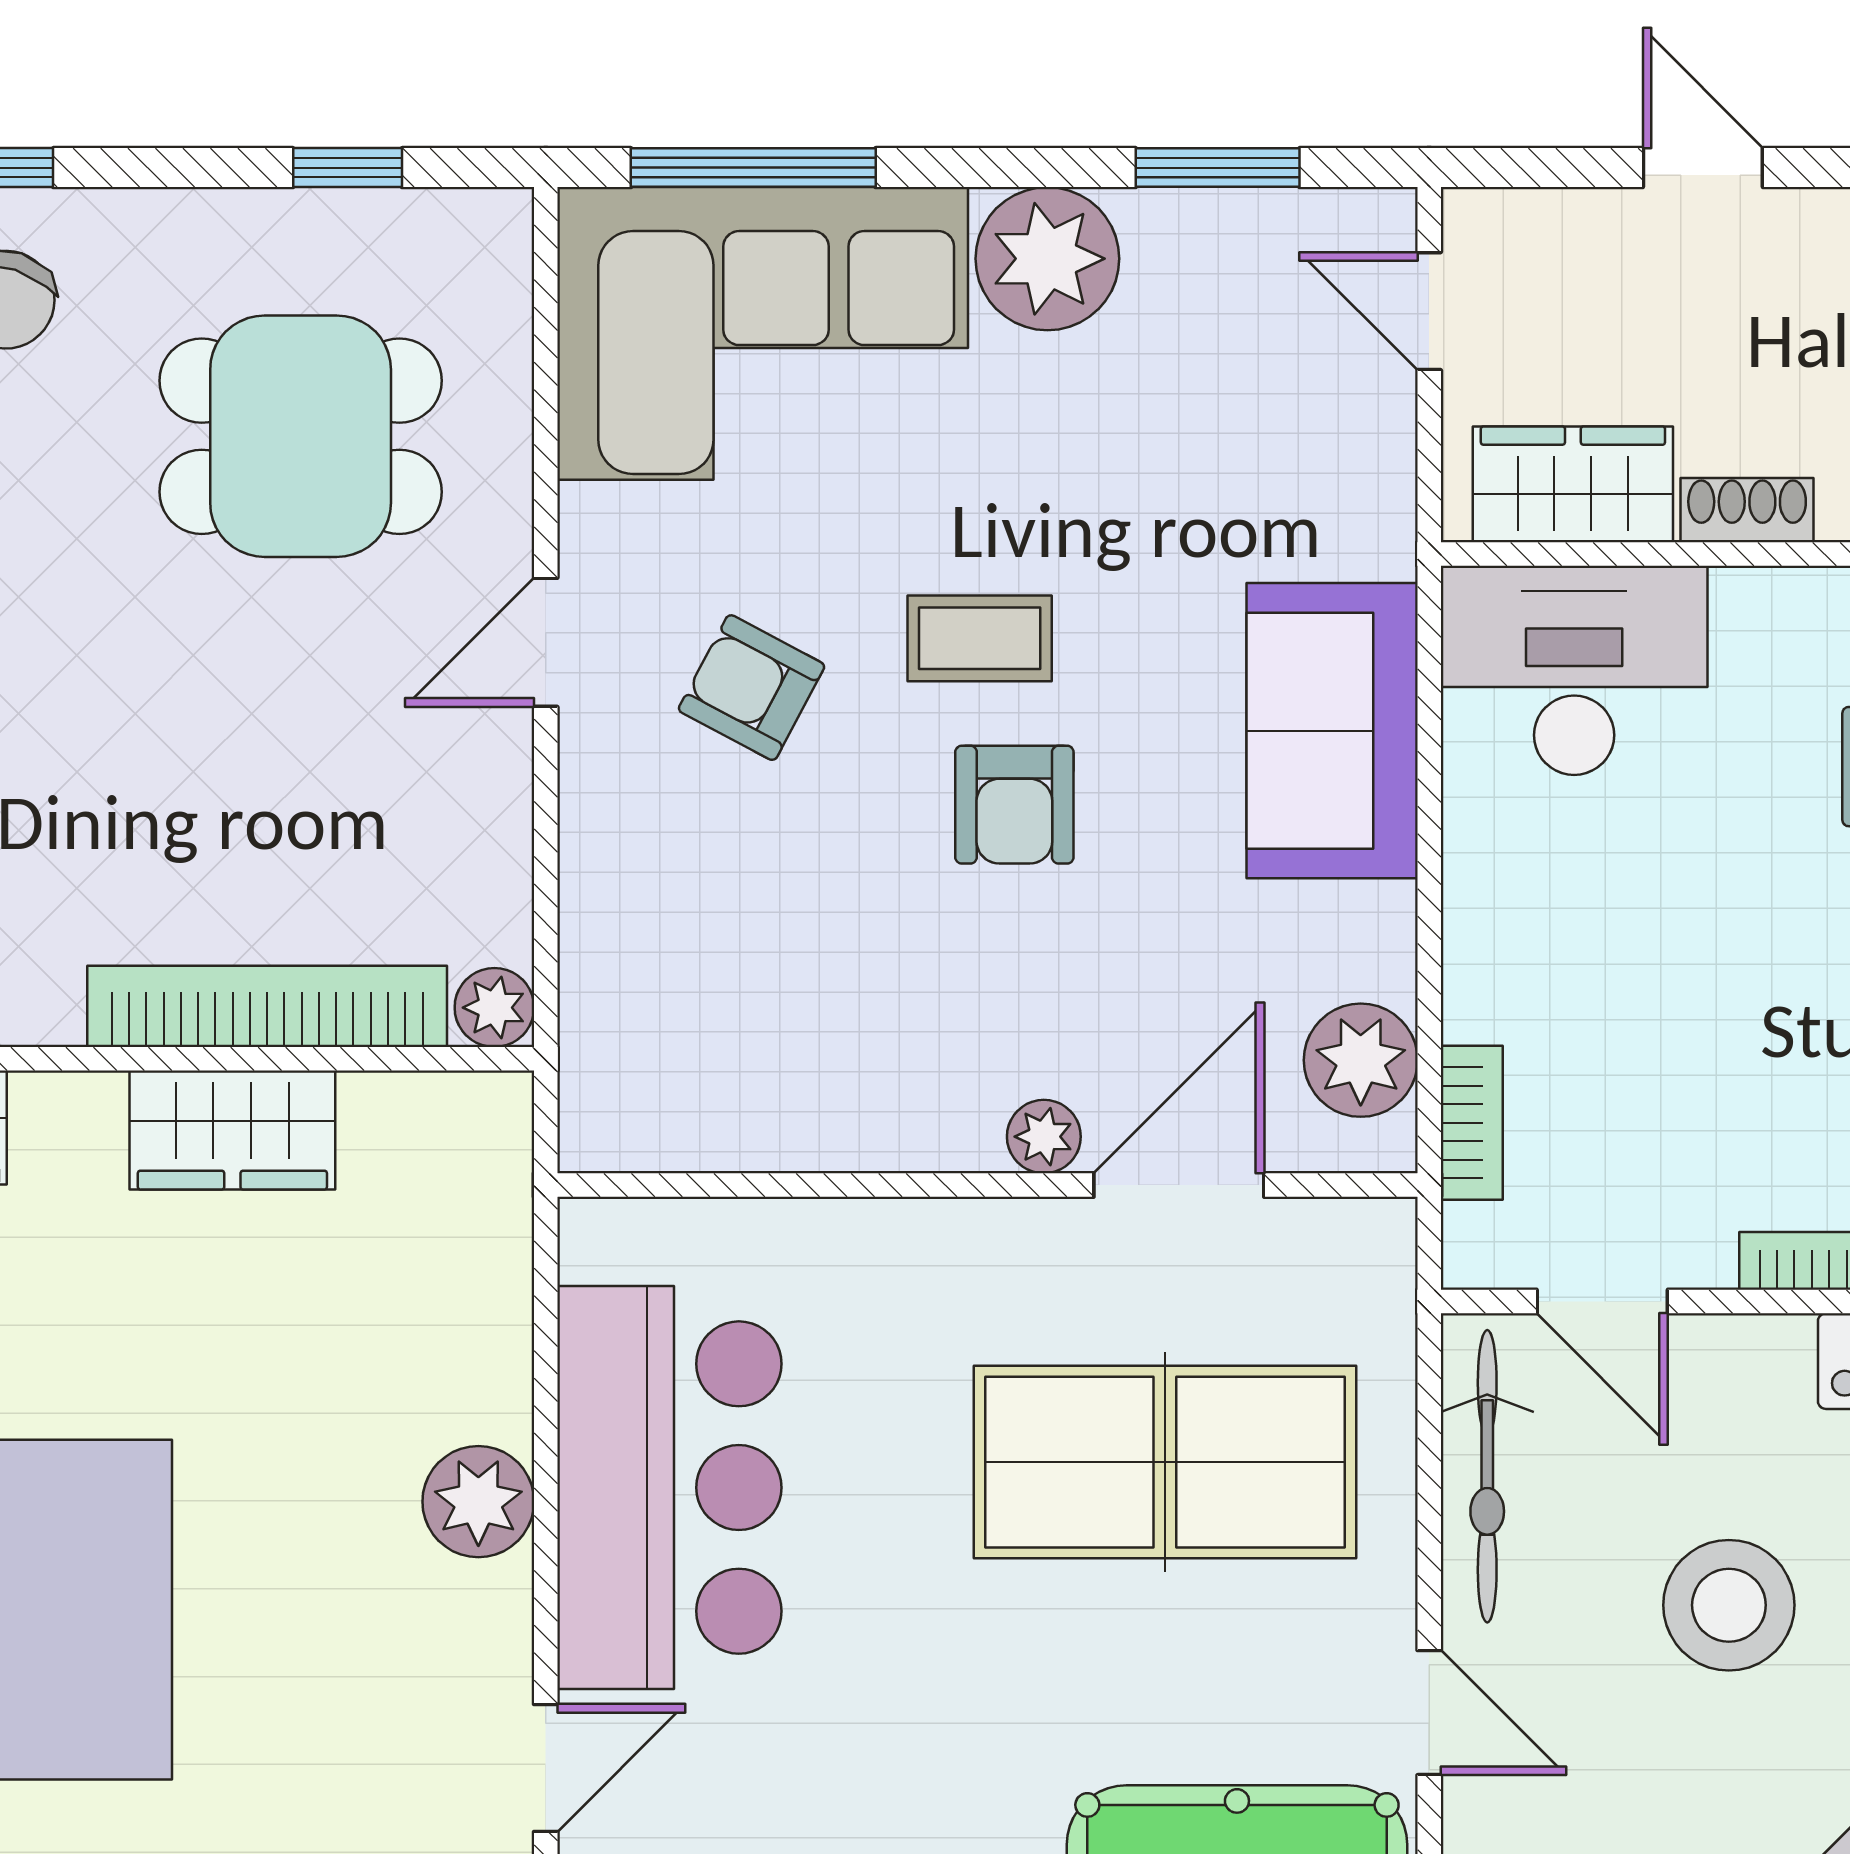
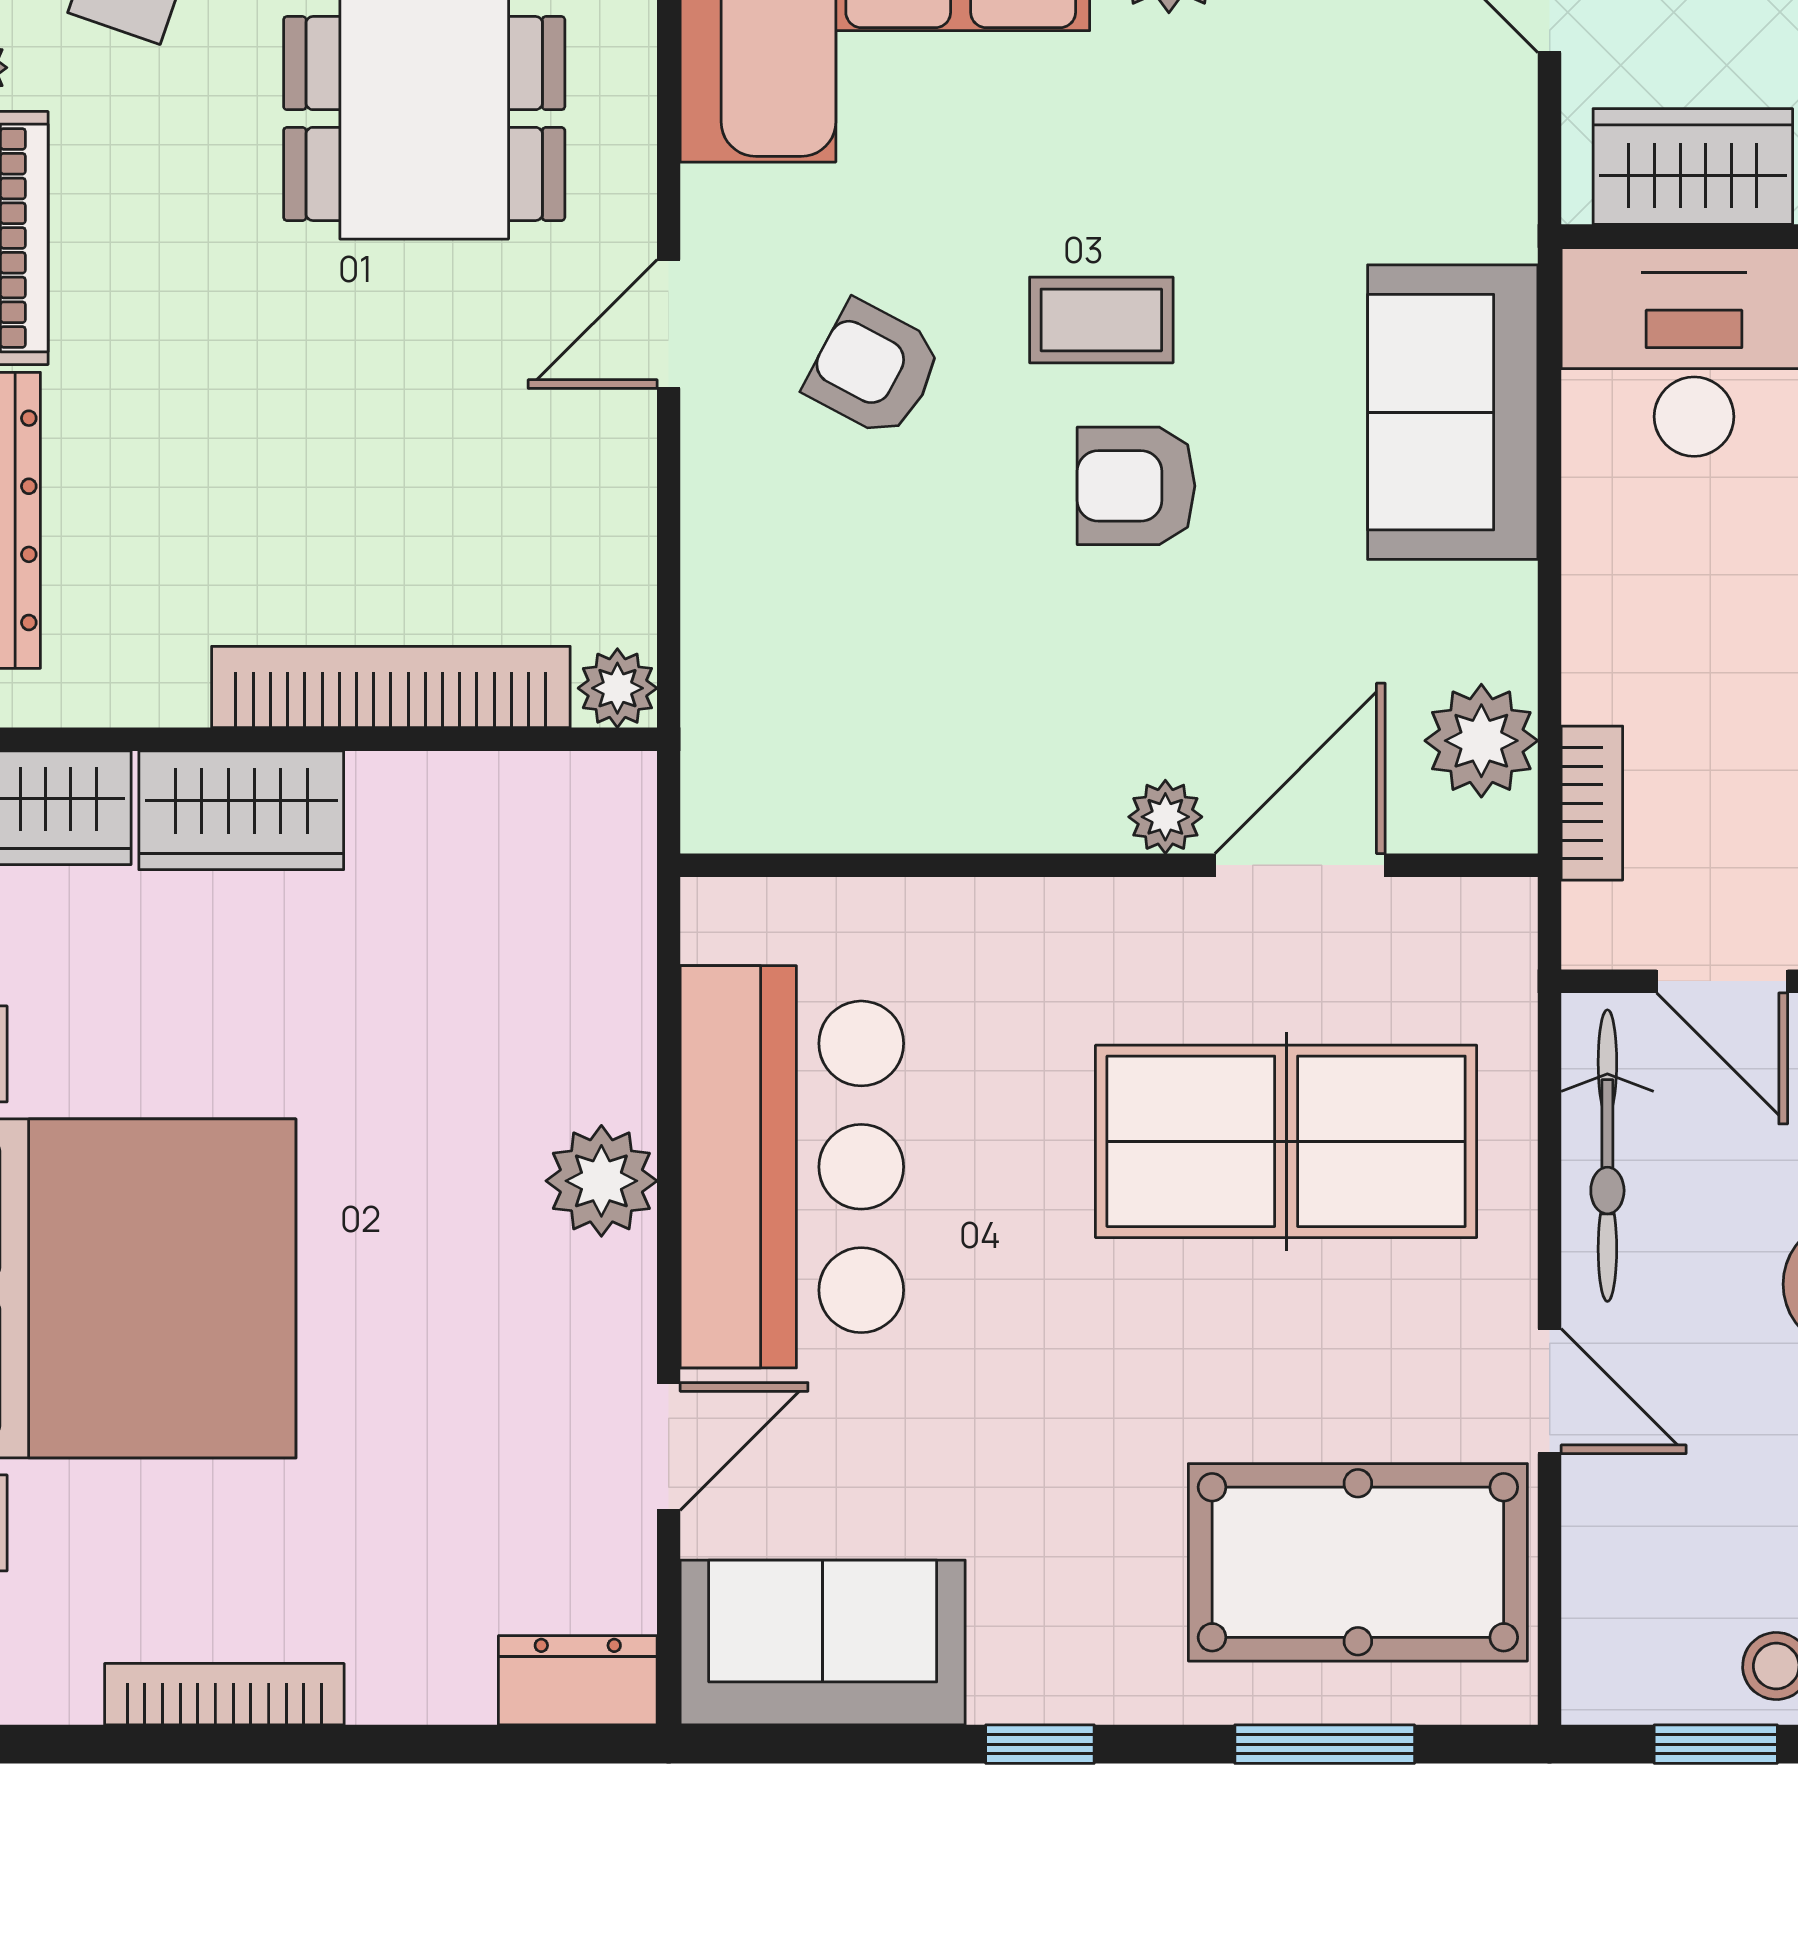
armchair: (1014, 805) -> (1136, 486), turned 90
wardrobe: (232, 1130) -> (241, 810), moved

